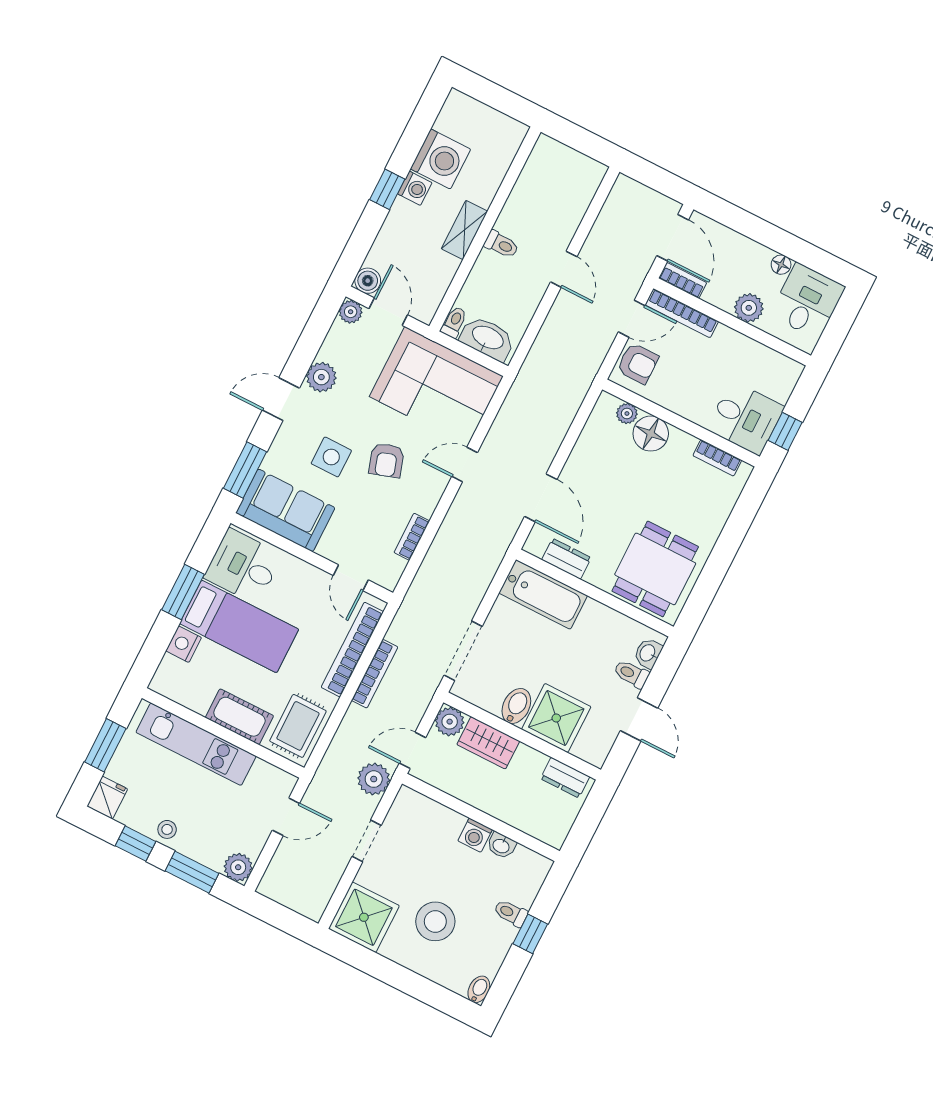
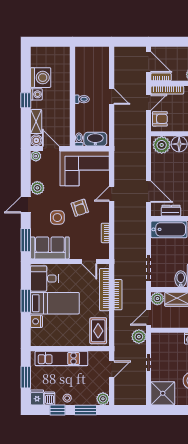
shelving: (464, 230) -> (36, 122), moved
plant: (627, 413) -> (162, 145), width x1.88, depth x1.88
cot: (239, 717) -> (73, 339), removed
dishwasher: (131, 812) -> (50, 398), added

